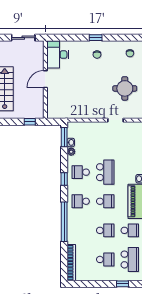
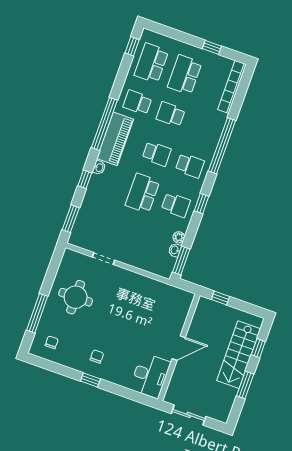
school desk: (105, 201) -> (157, 154), turned 180
school desk: (105, 259) -> (185, 75), width x1.85
window: (122, 284) -> (212, 47), moved

